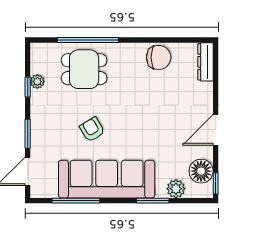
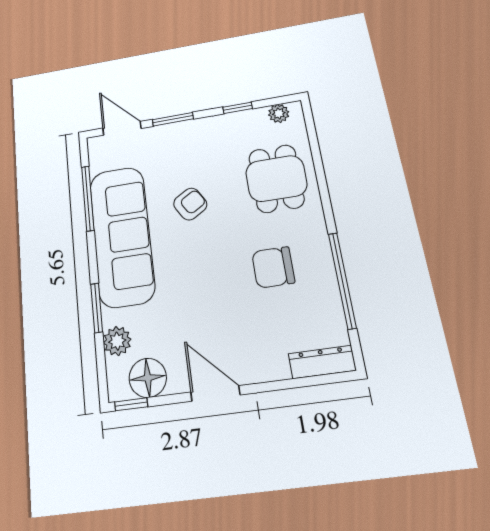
window: (88, 40) -> (342, 280), moved
chair: (159, 57) -> (273, 267), moved, turned 90
plant: (37, 82) -> (279, 113), moved

